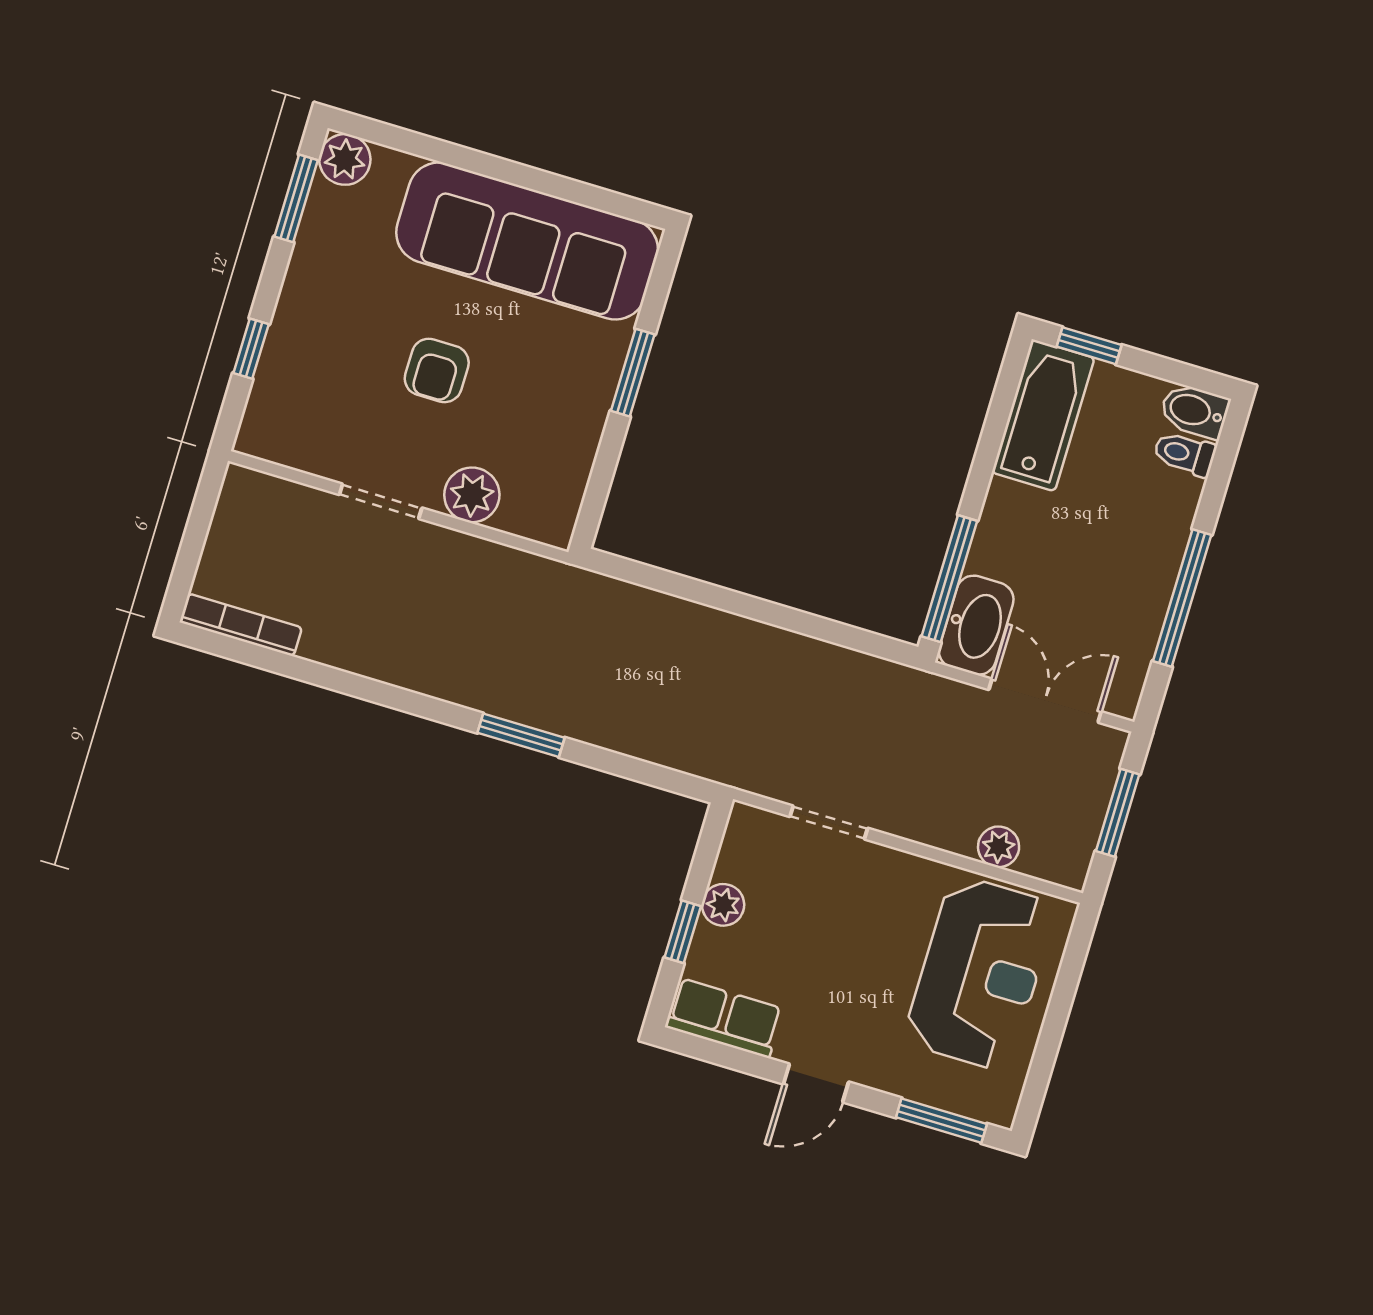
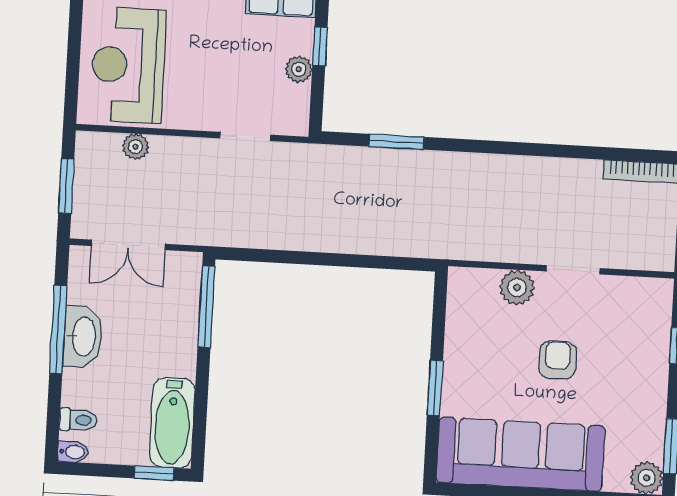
bidet: (1194, 411) -> (73, 452), width x0.72, depth x0.74
washbasin: (976, 625) -> (83, 337), moved, turned 180
window: (521, 735) -> (396, 142), moved

